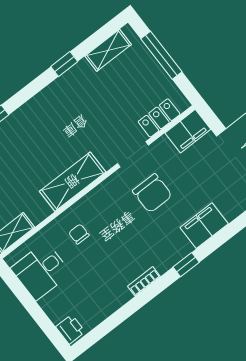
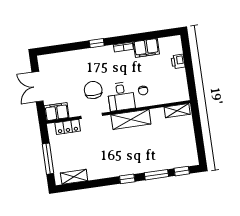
window: (64, 64) -> (127, 179), moved
filing cabinet: (204, 226) -> (146, 48), moved
desk: (41, 271) -> (121, 96), moved, turned 90
printer: (70, 329) -> (178, 61), moved

